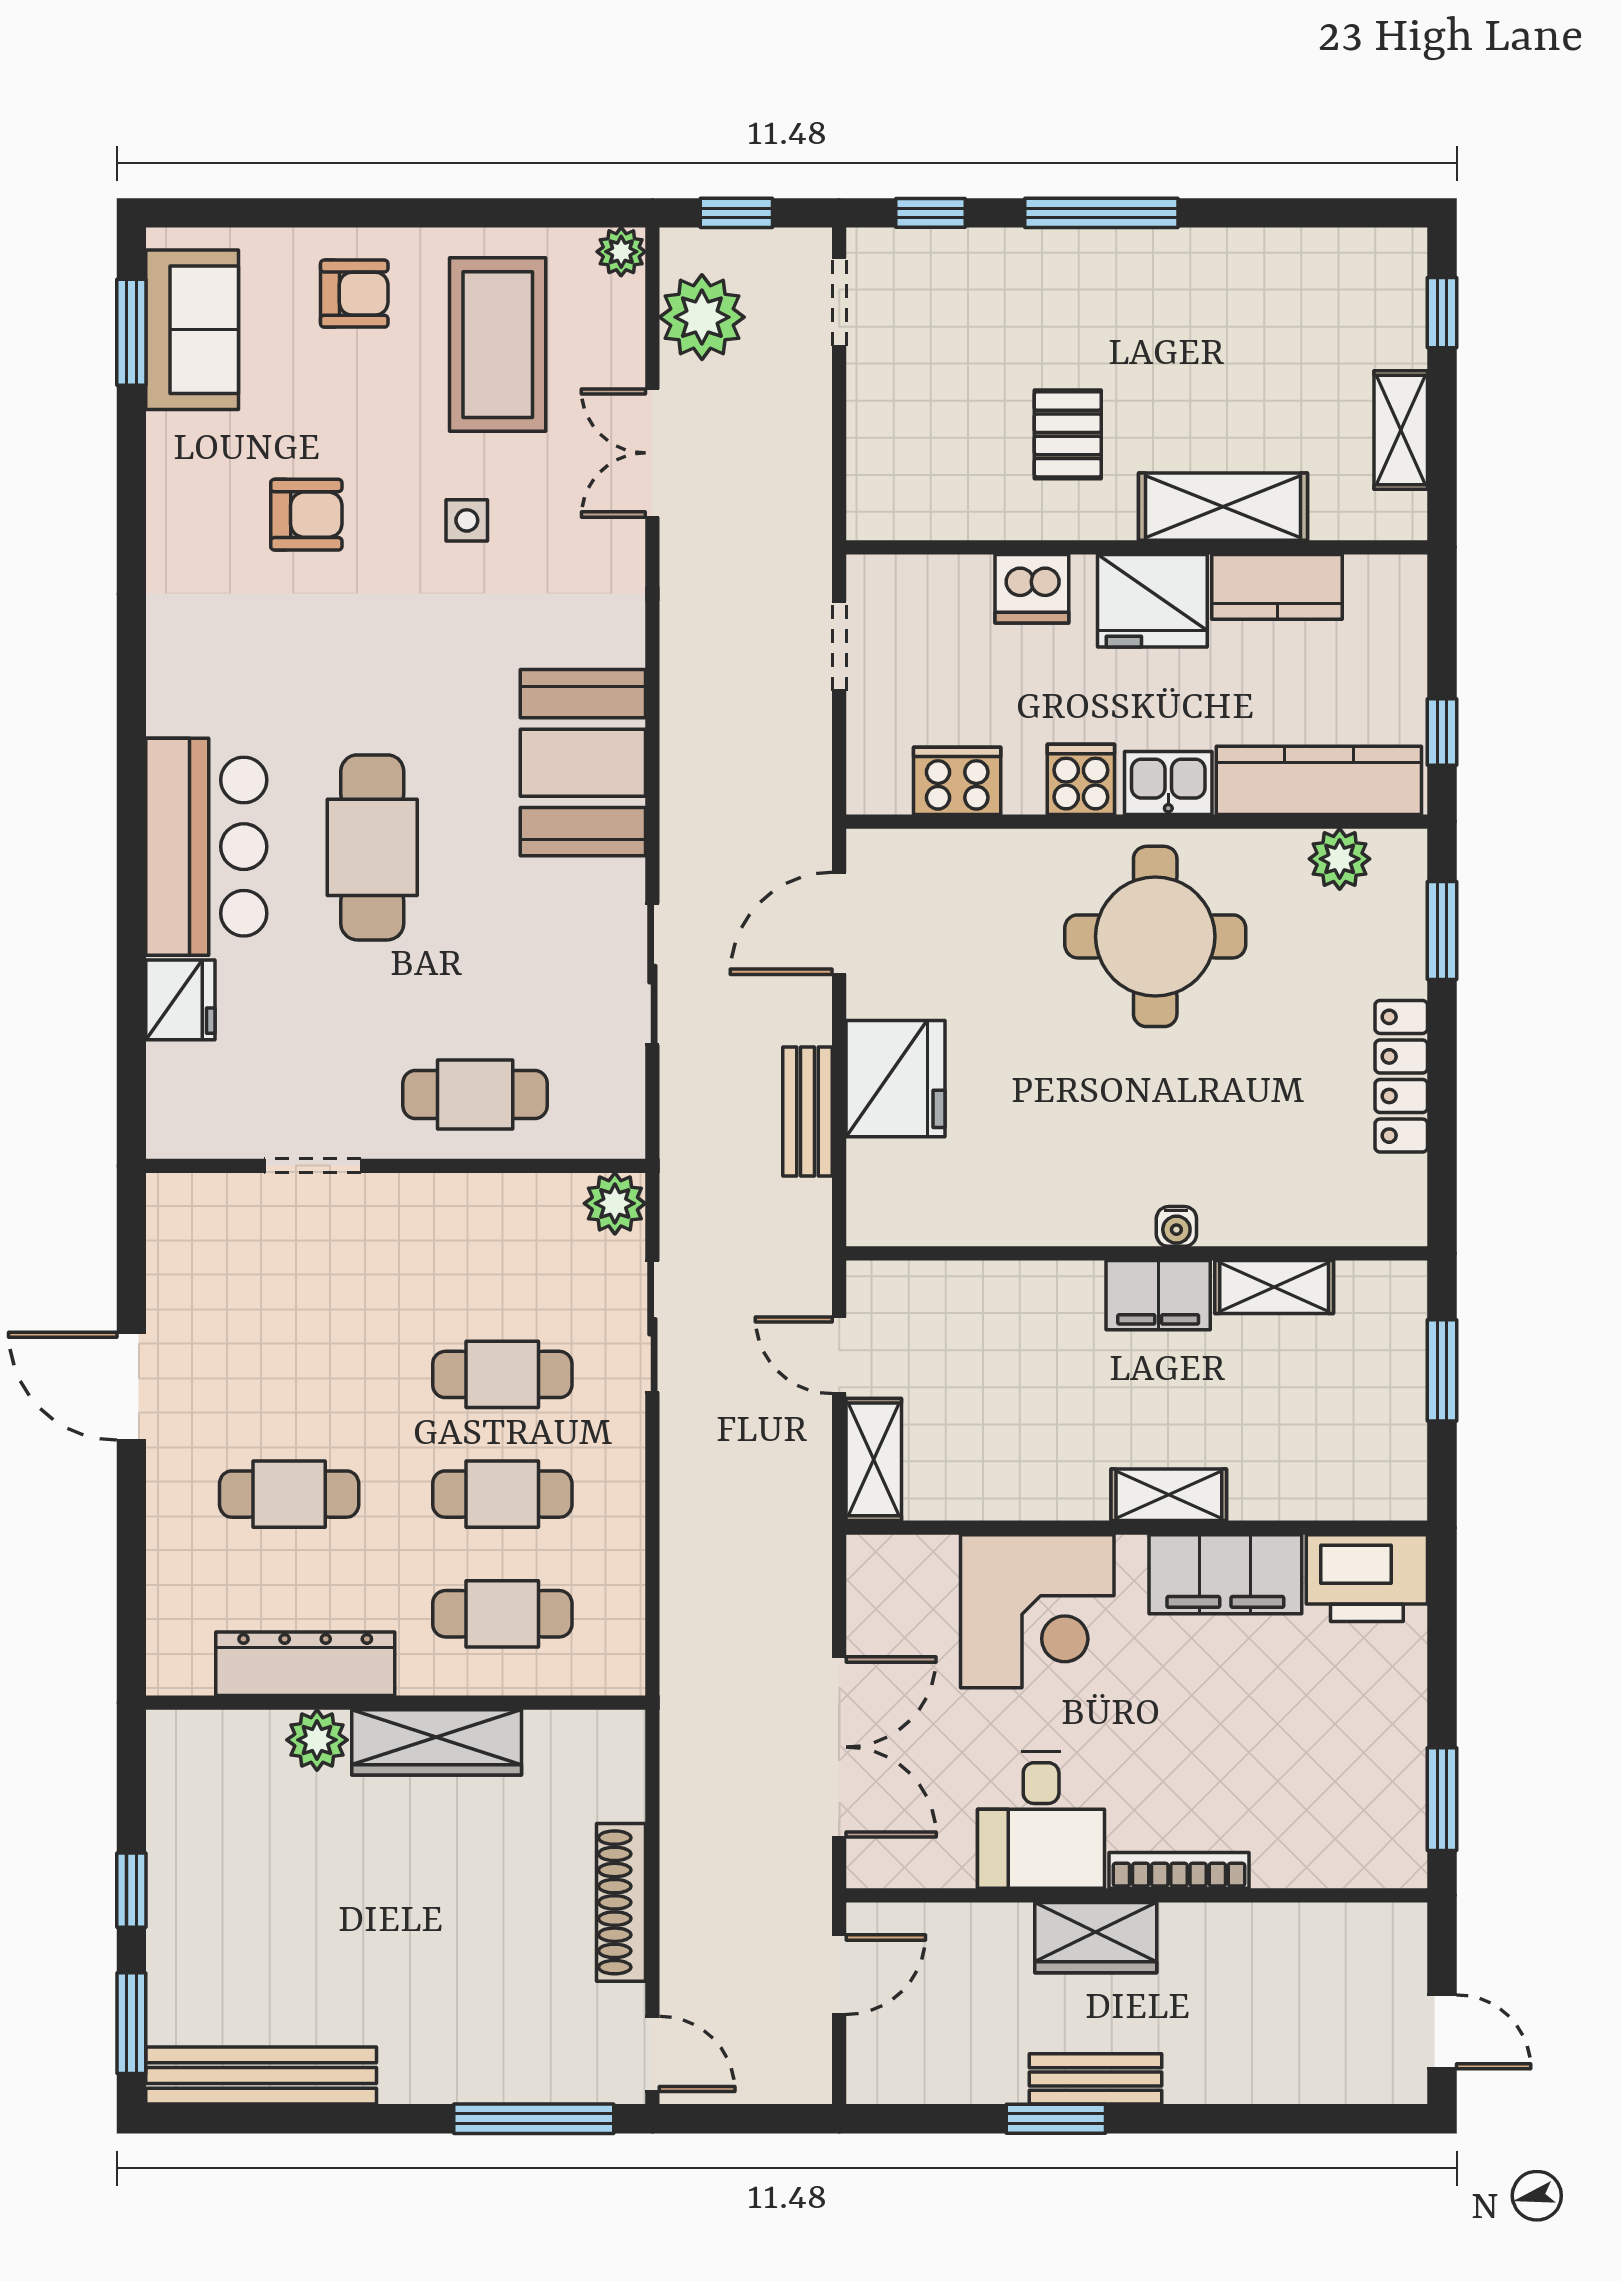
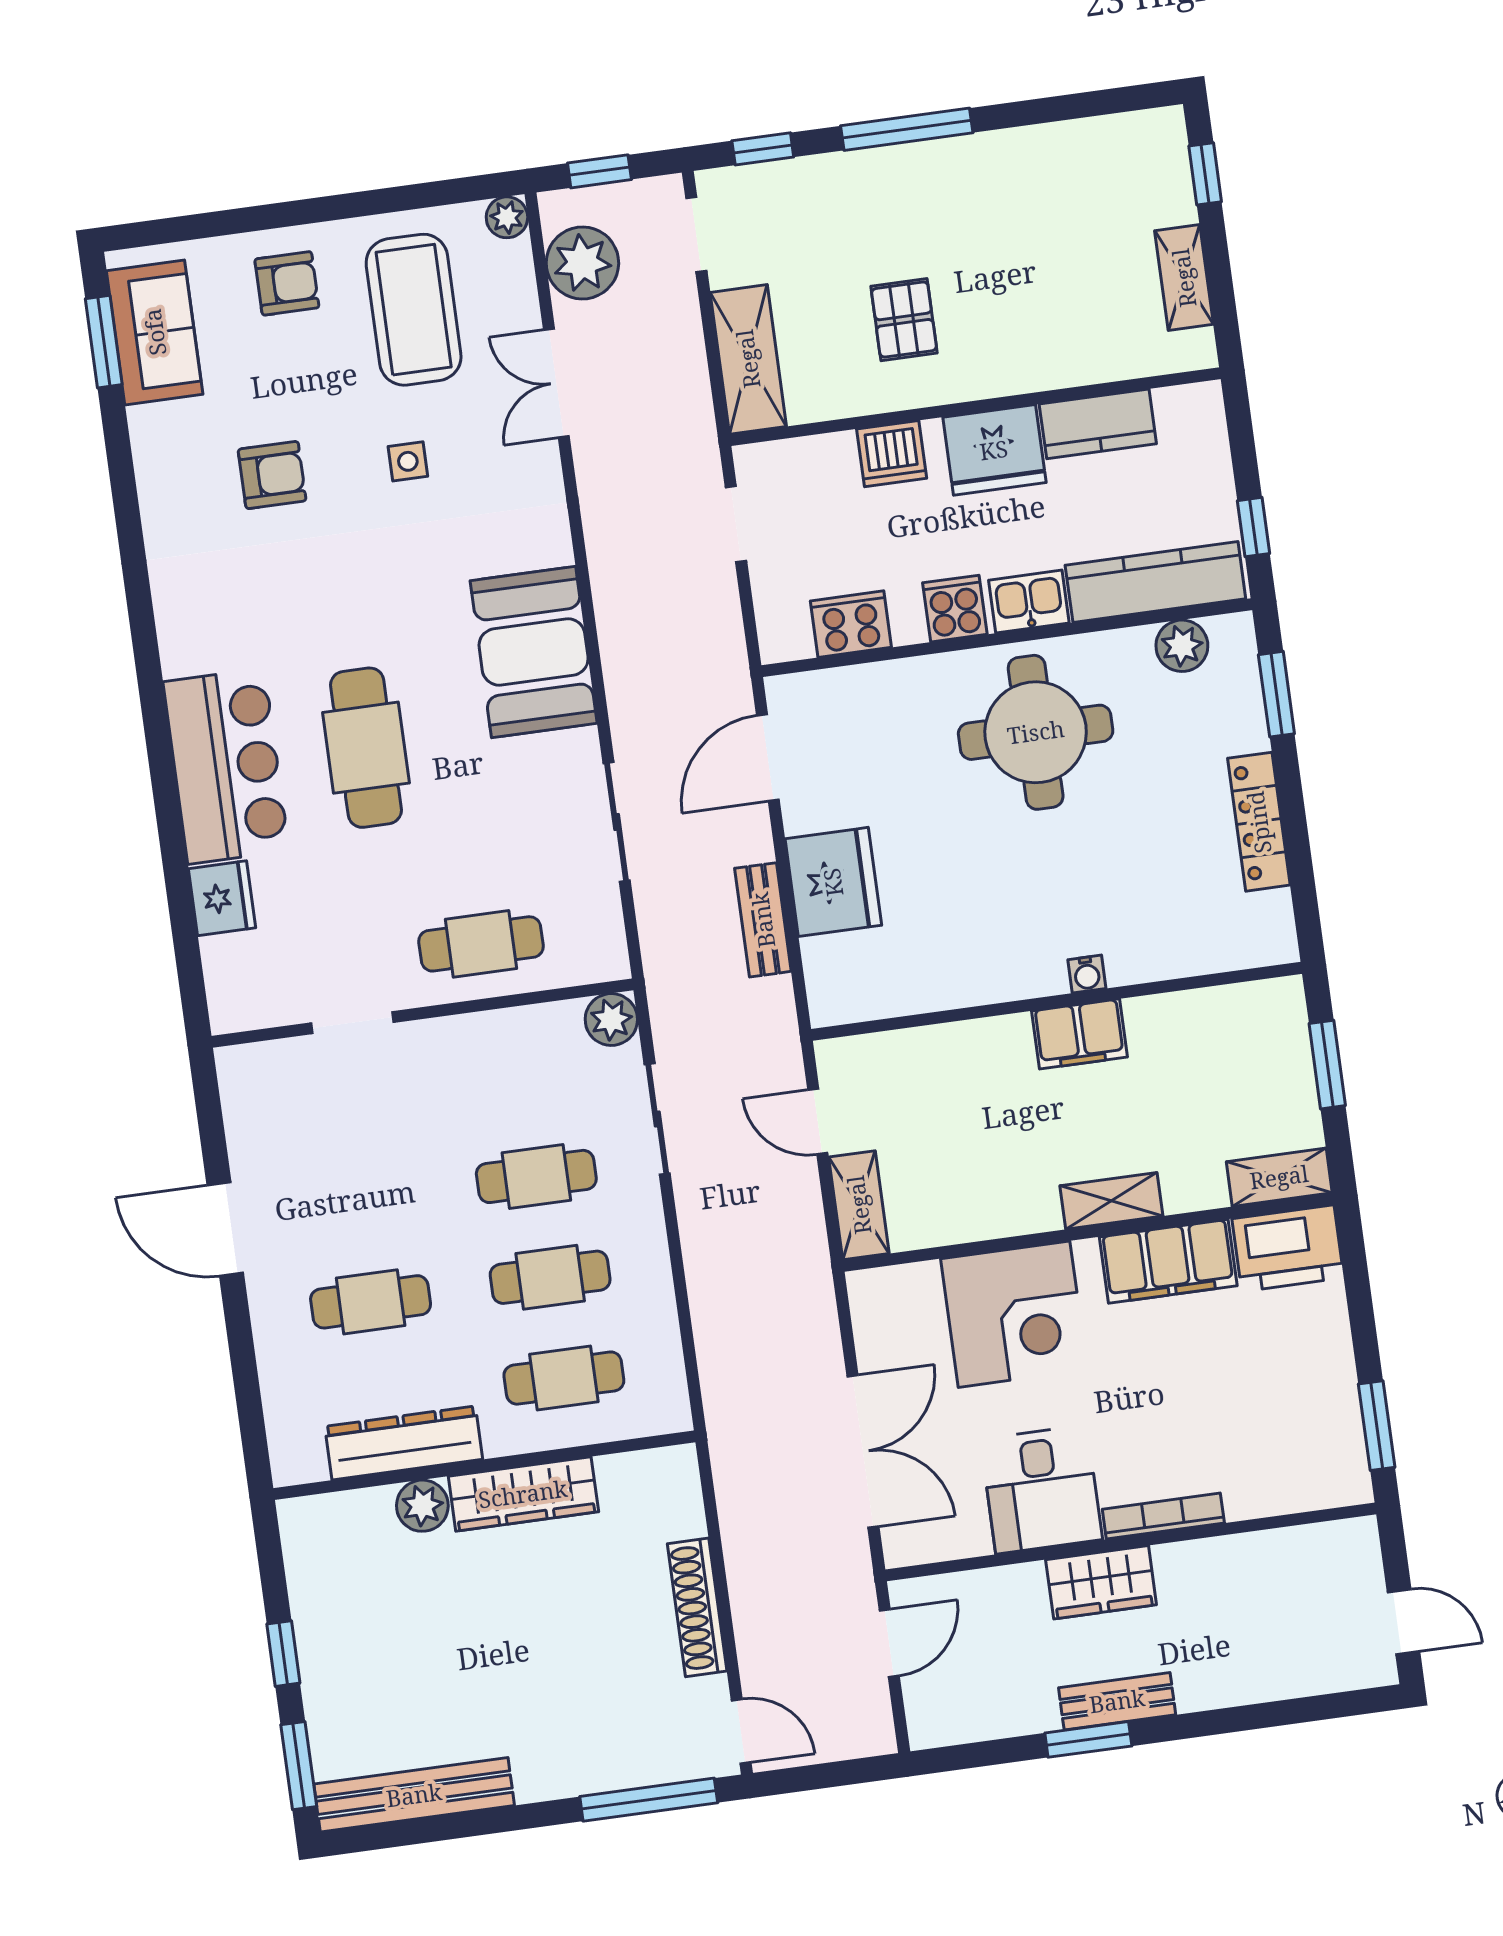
shelving: (1223, 507) -> (748, 359), moved, turned 90
shelving: (1274, 1287) -> (1279, 1177), moved

